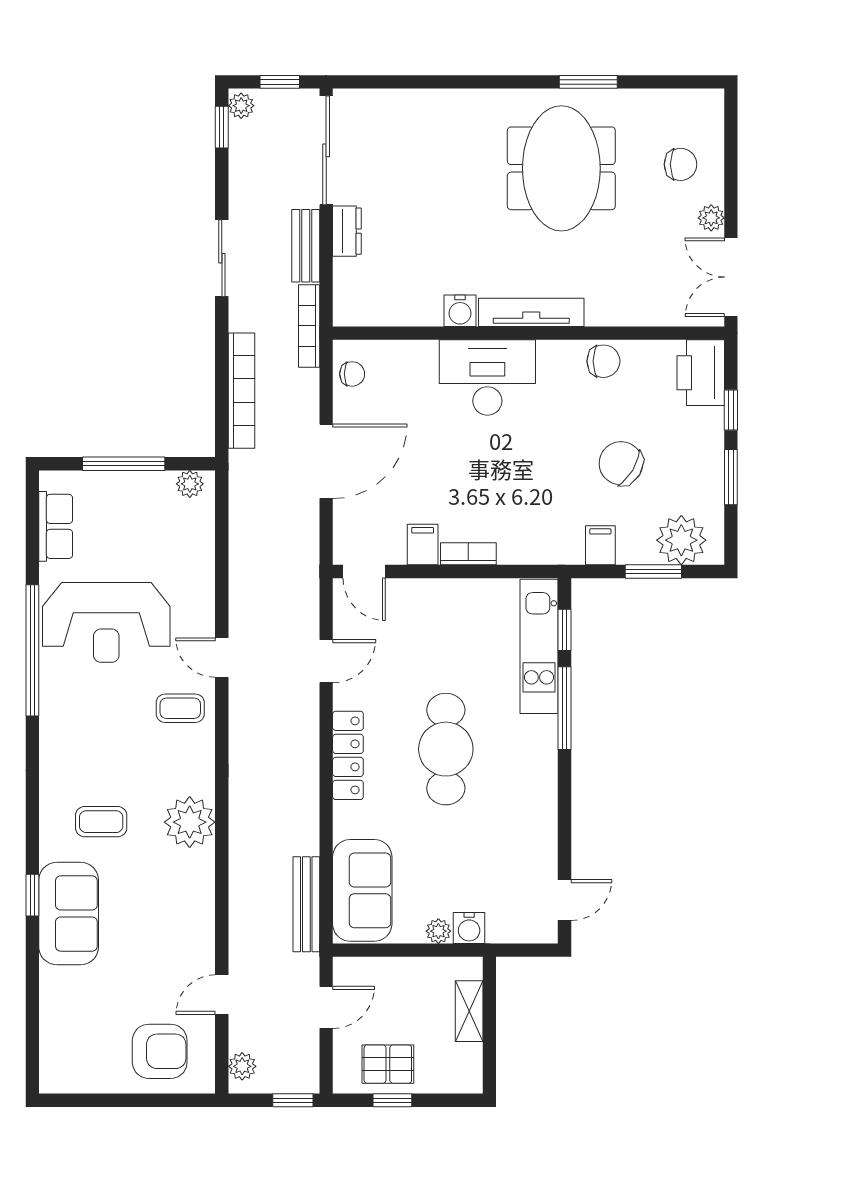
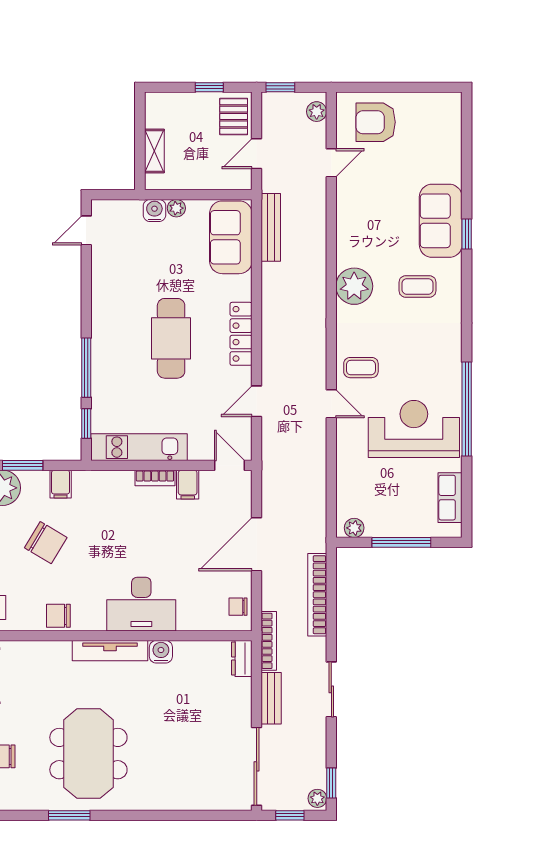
dresser: (347, 231) -> (242, 658), moved
kitchen unit: (539, 646) -> (139, 447), moved, turned -90
pallet: (388, 1064) -> (234, 117), moved, turned 90

